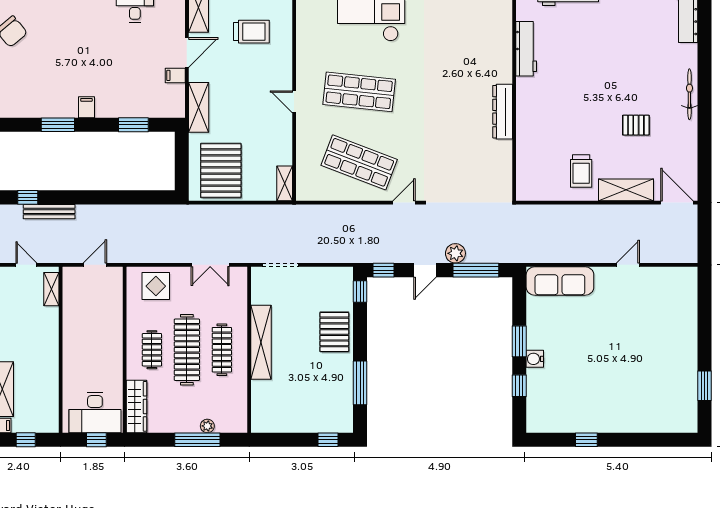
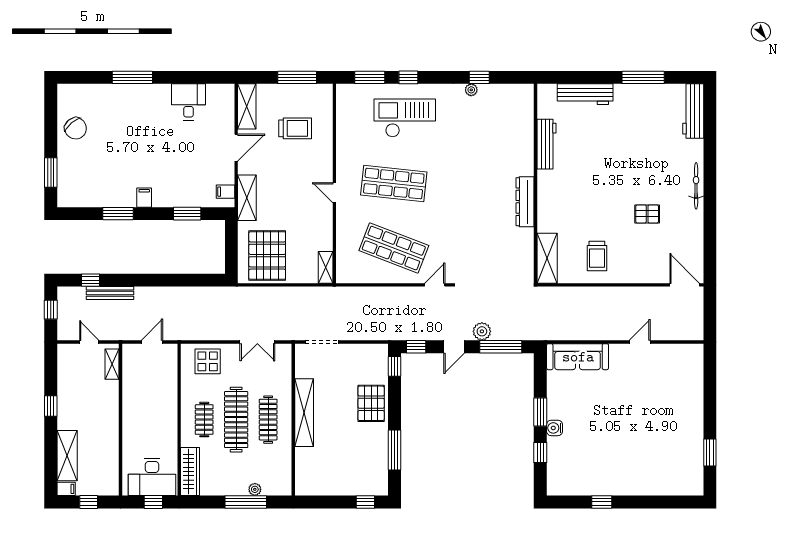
filing cabinet: (175, 75) -> (226, 192), moved
shelving: (626, 190) -> (547, 258), moved, turned 90

